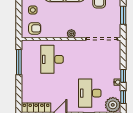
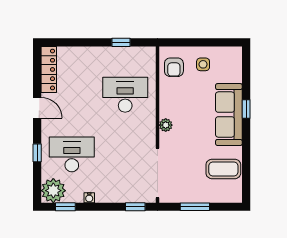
window: (19, 62) -> (121, 42), width x0.46
window: (123, 76) -> (135, 207), moved

